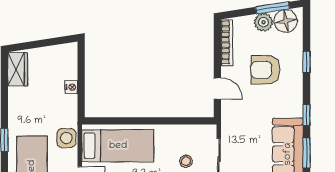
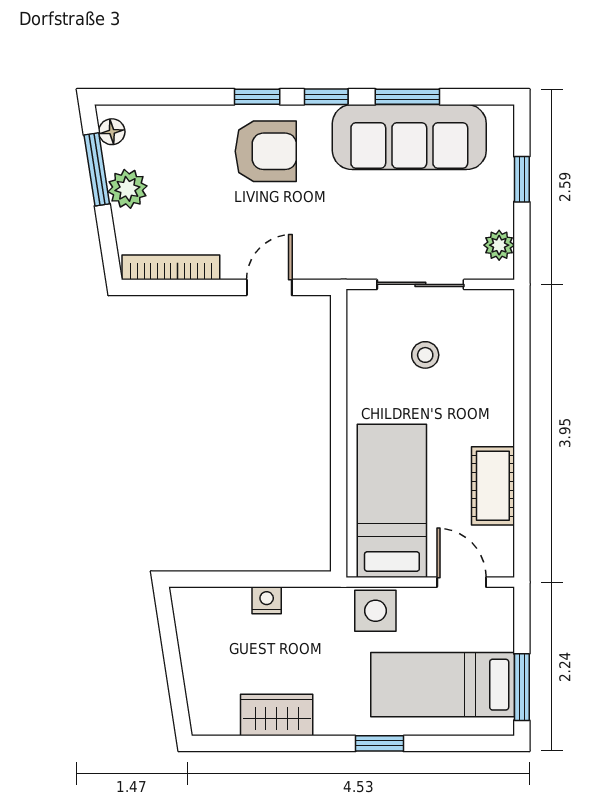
floor lamp: (286, 21) -> (112, 132), width x0.53, depth x0.53
window: (307, 62) -> (257, 97), moved
wardrobe: (18, 69) -> (277, 715), moved
armchair: (265, 70) -> (266, 151), moved, turned -90

